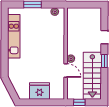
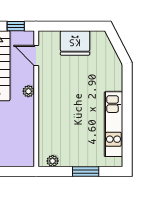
door: (66, 70) -> (36, 55), moved

